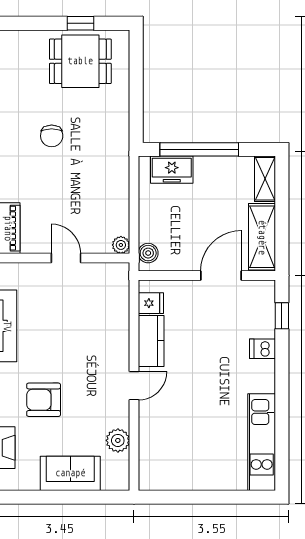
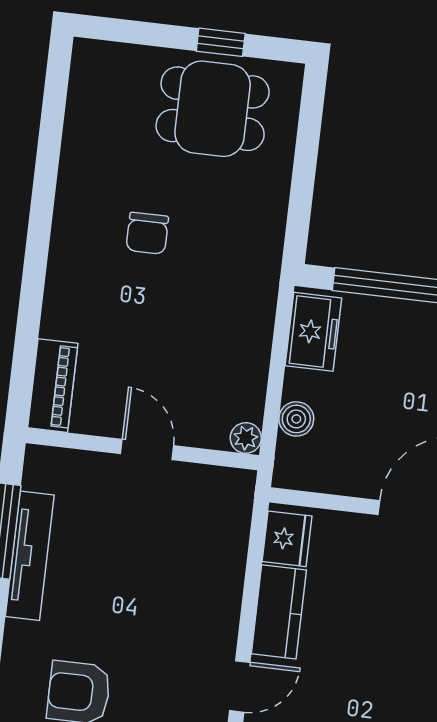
freezer: (172, 170) -> (313, 332), moved, turned -90
boiler: (148, 253) -> (296, 419), moved
fridge: (151, 303) -> (287, 539), width x1.38

